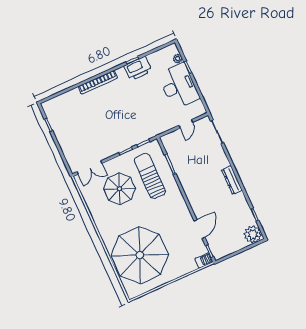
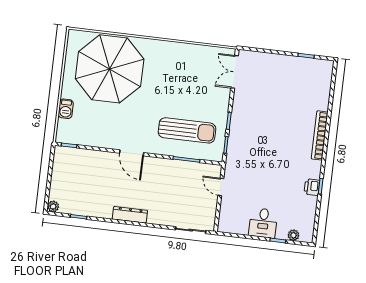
printer: (138, 68) -> (312, 187), width x0.53, depth x0.68
desk: (179, 86) -> (263, 223), width x0.53, depth x0.77
door: (186, 124) -> (221, 187), moved
parasol: (120, 189) -> (193, 90), removed
door: (199, 229) -> (132, 153), moved
plant: (253, 235) -> (53, 206), width x0.53, depth x0.53
barbecue: (204, 260) -> (66, 109), moved

